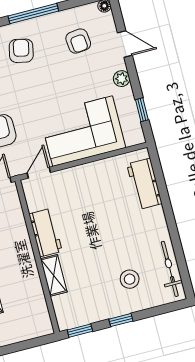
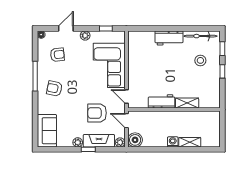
workbench: (144, 184) -> (169, 38), moved
window: (80, 331) -> (222, 49), moved

